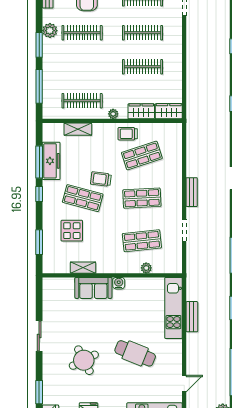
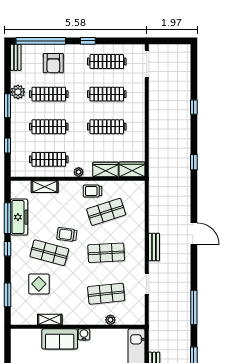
clothes rail: (82, 67) -> (49, 127), added
window: (39, 86) -> (8, 146), width x0.46

